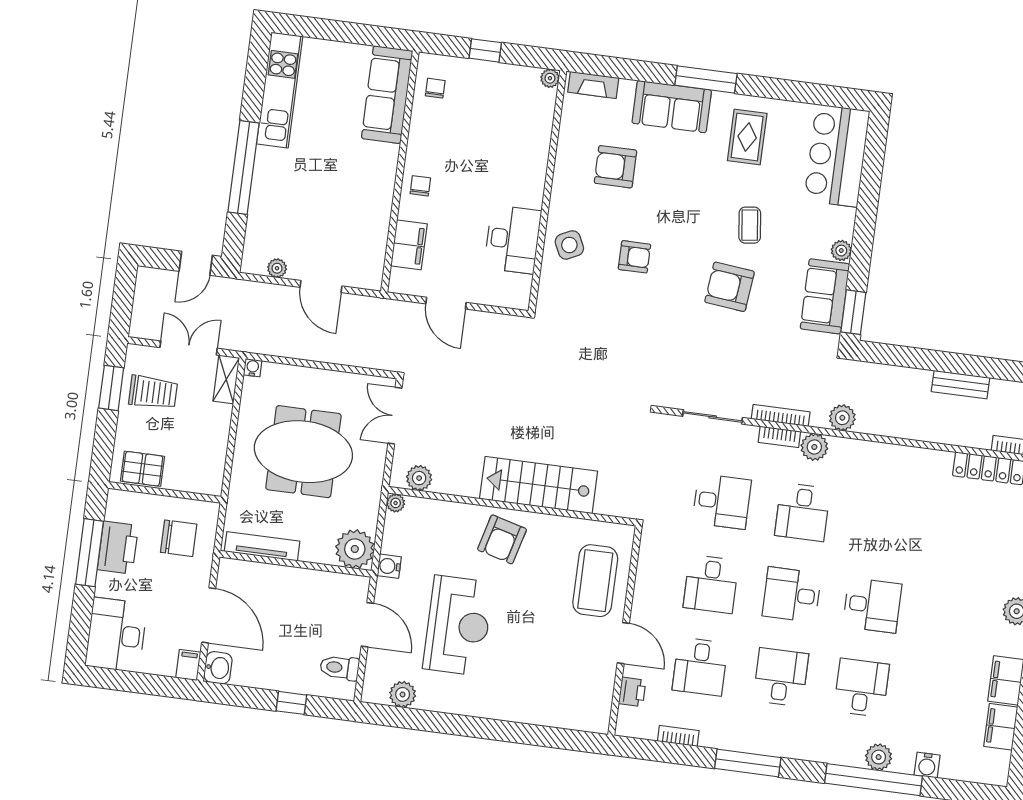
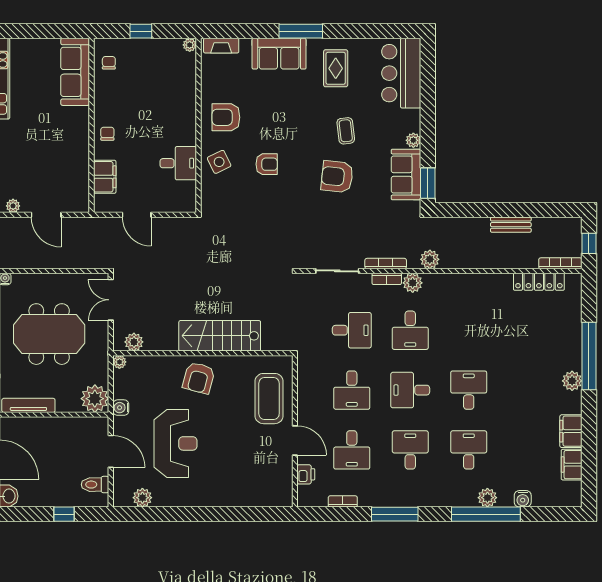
armchair: (615, 167) -> (226, 117), moved
desk: (513, 239) -> (178, 163), width x0.73
desk: (872, 605) -> (469, 390), turned -90

